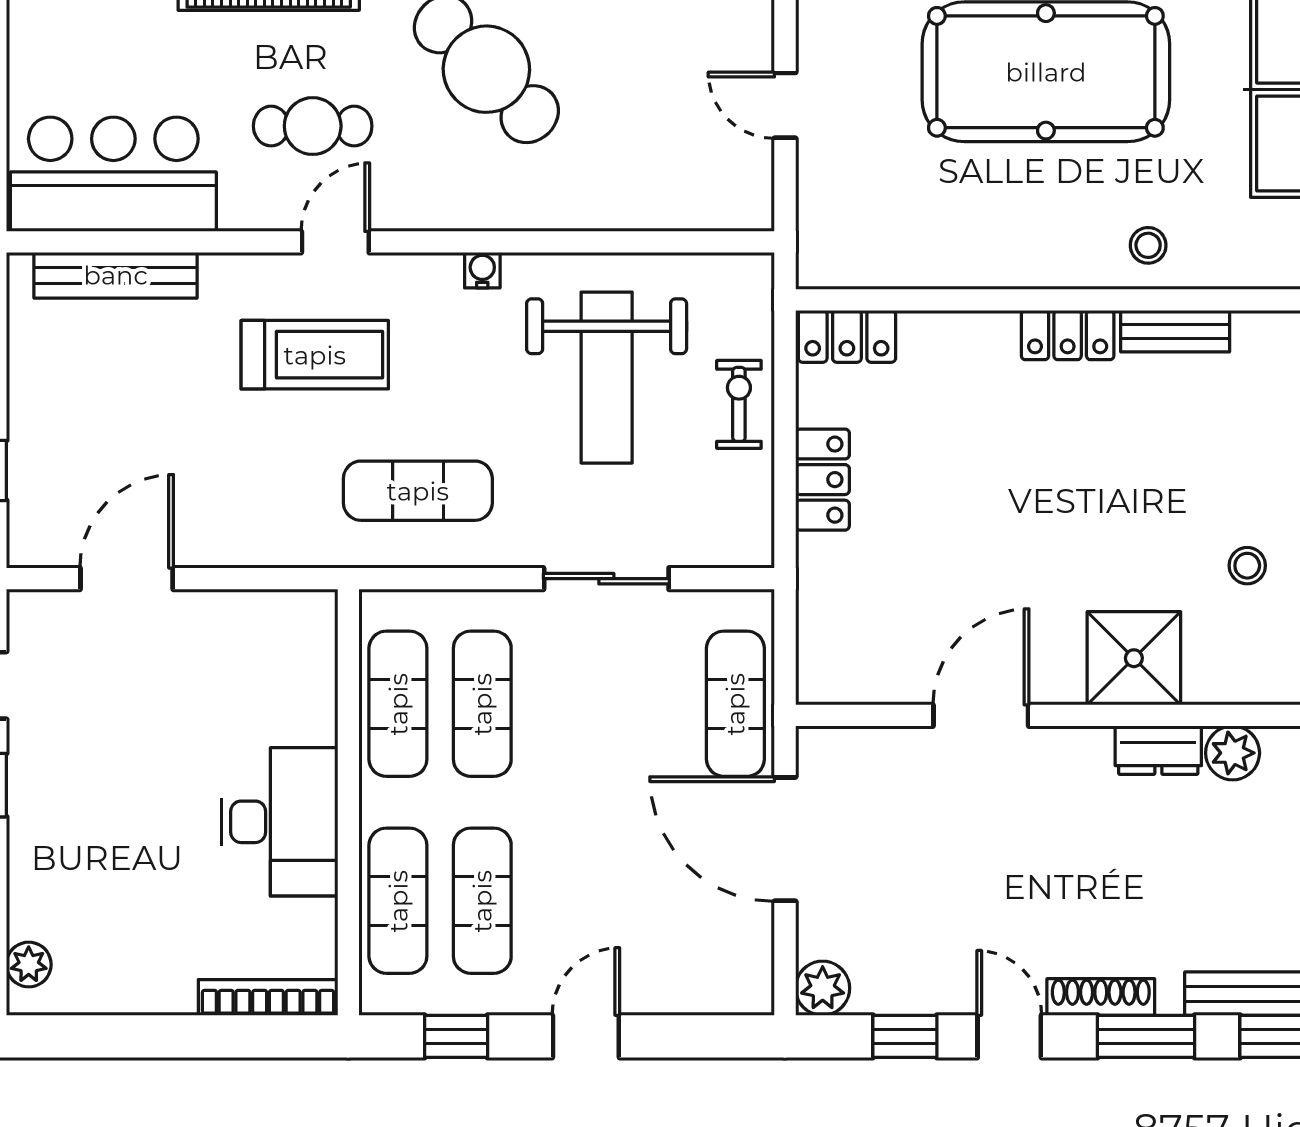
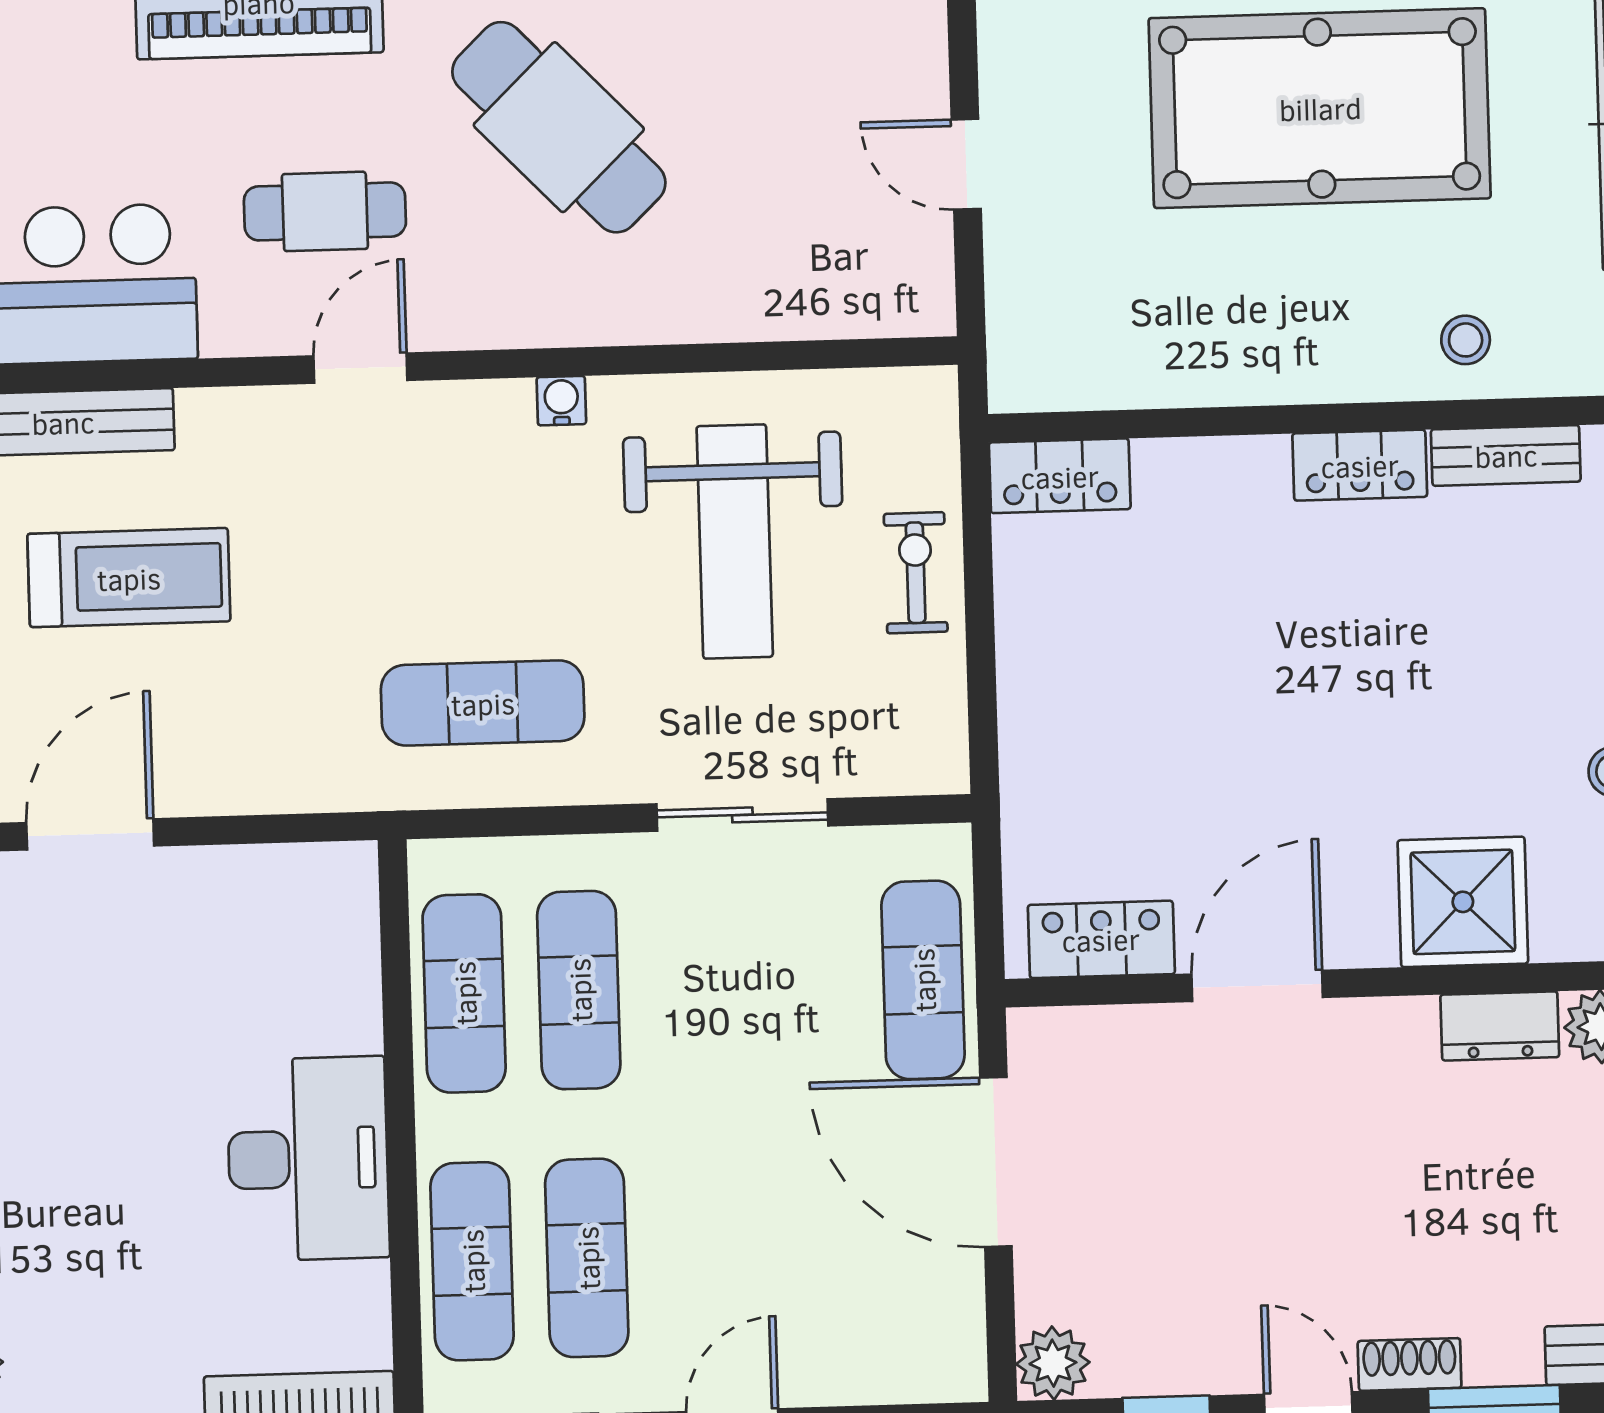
treadmill: (315, 355) -> (129, 578), moved
locker: (822, 480) -> (1101, 939), moved, turned -90
shoe rack: (1101, 997) -> (1410, 1364), width x0.70

